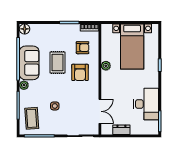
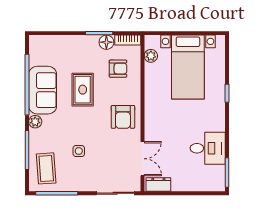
floor lamp: (25, 29) -> (106, 42), moved
plant: (106, 66) -> (151, 56), moved
armchair: (80, 72) -> (123, 117), moved
desk: (146, 104) -> (208, 148), width x0.73
dresser: (121, 130) -> (158, 185), moved

